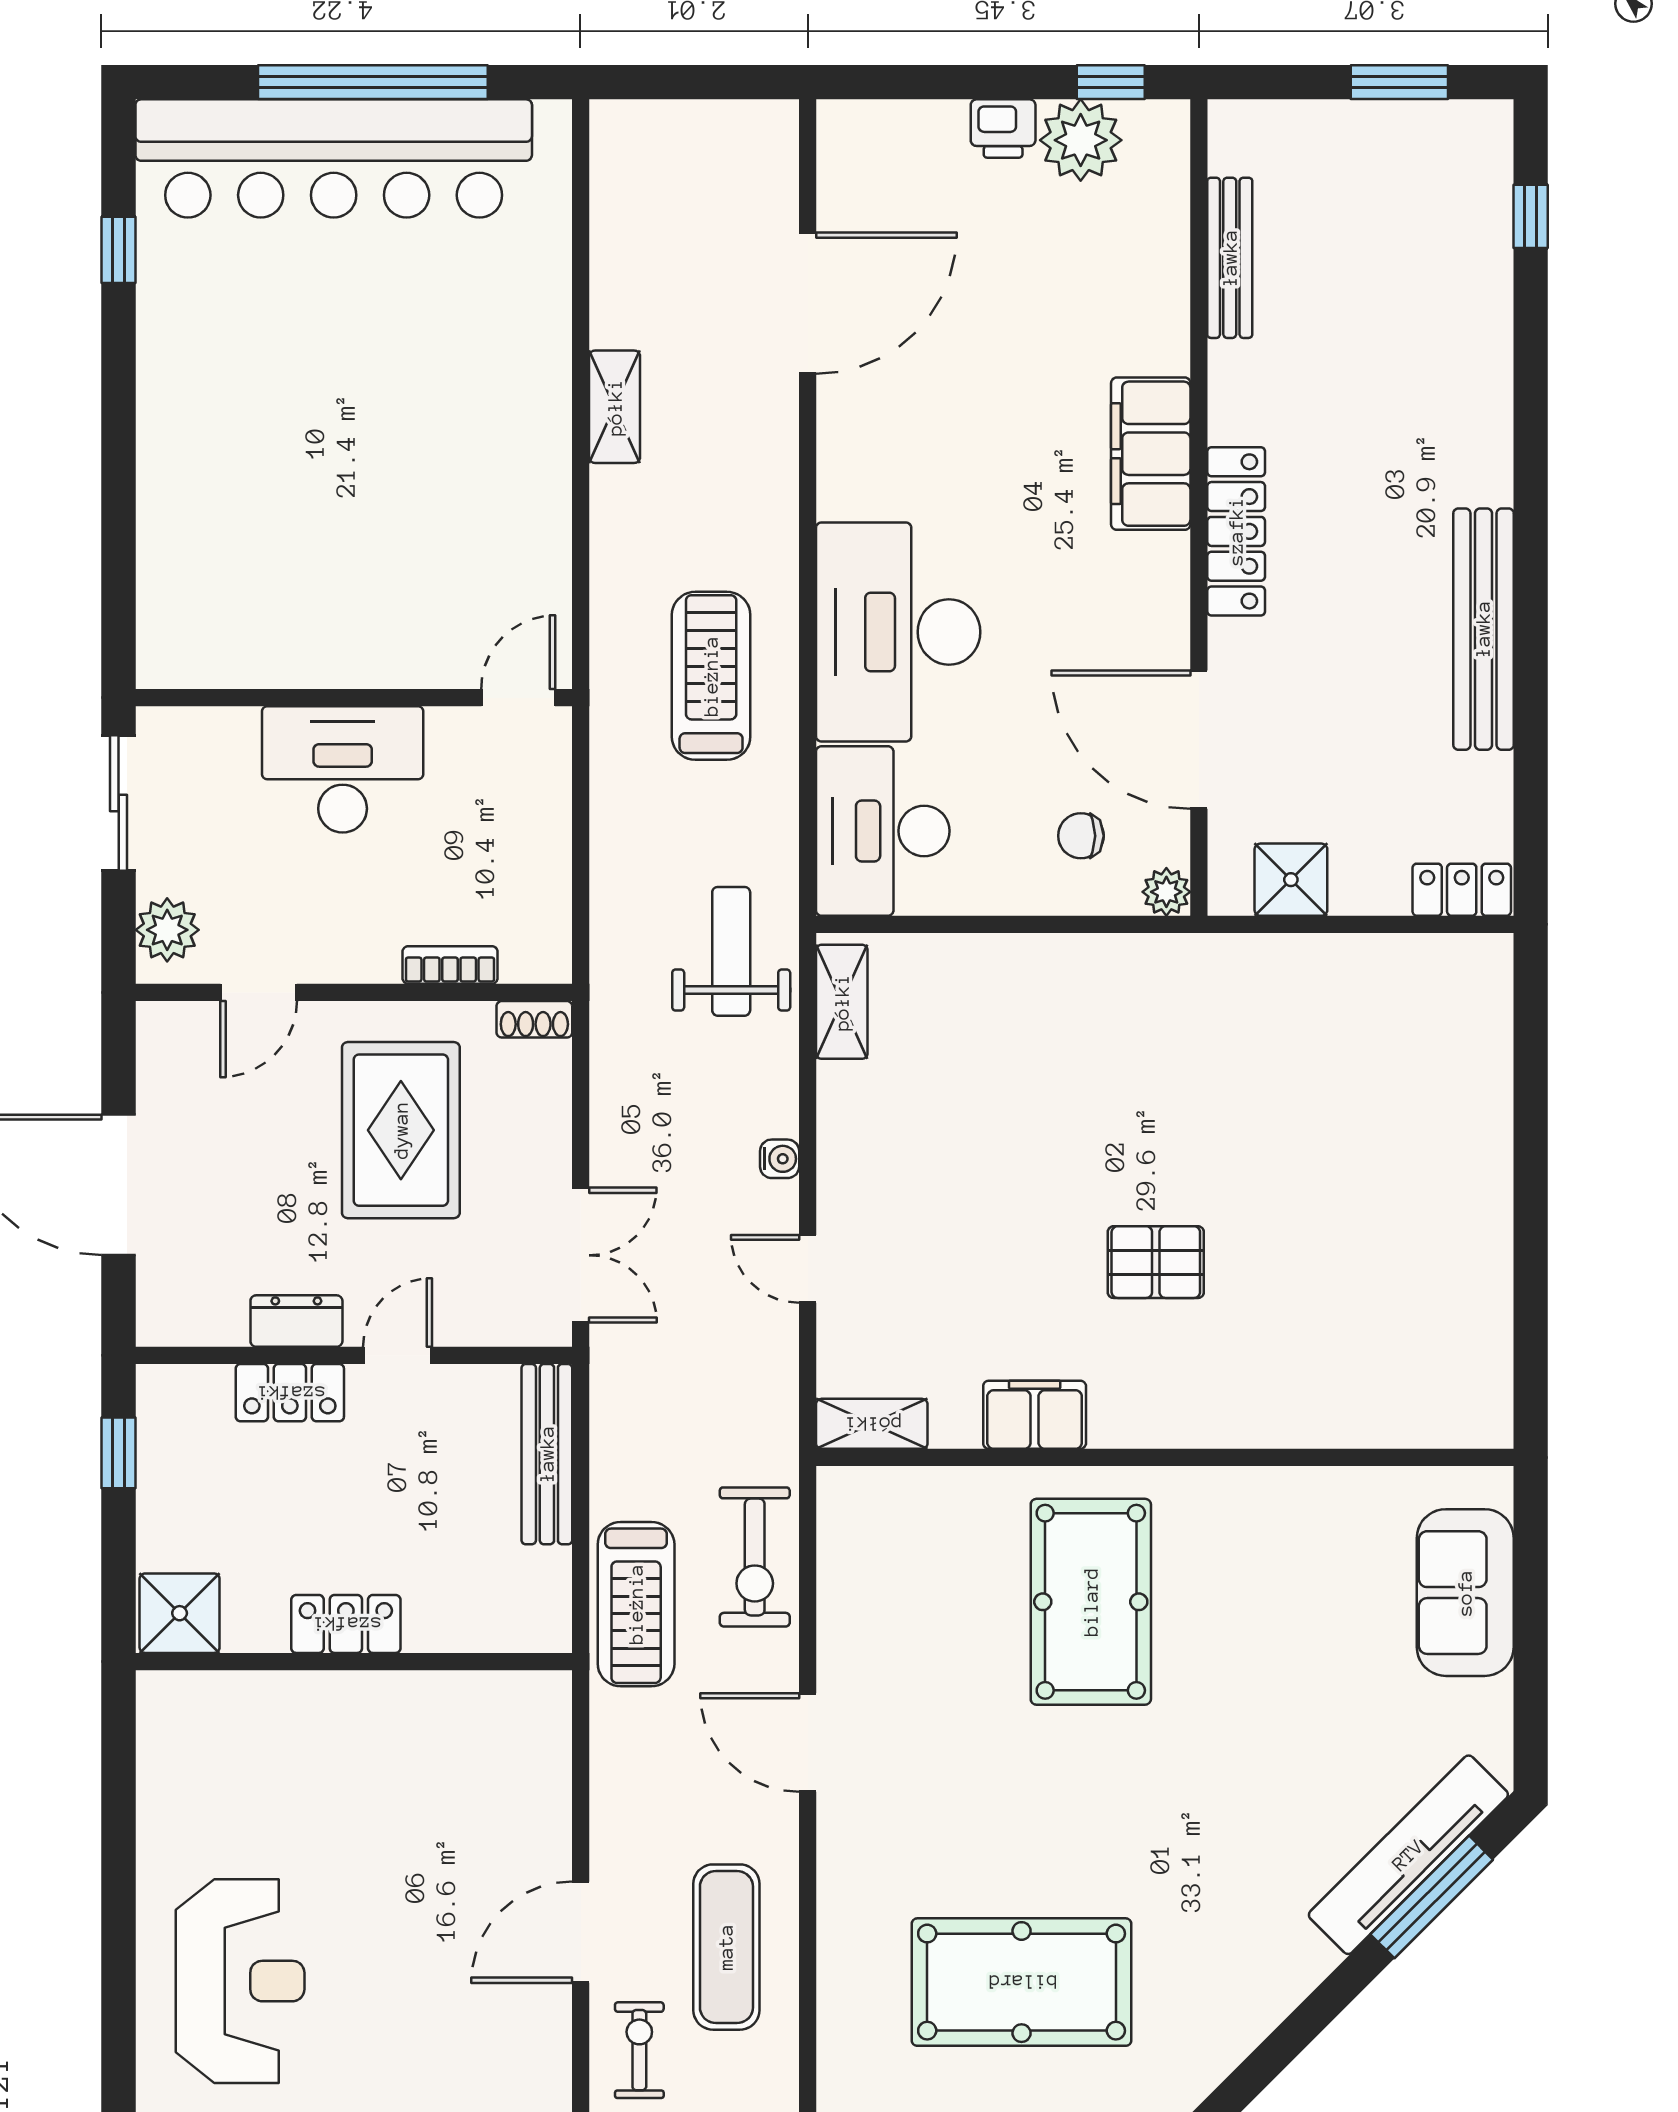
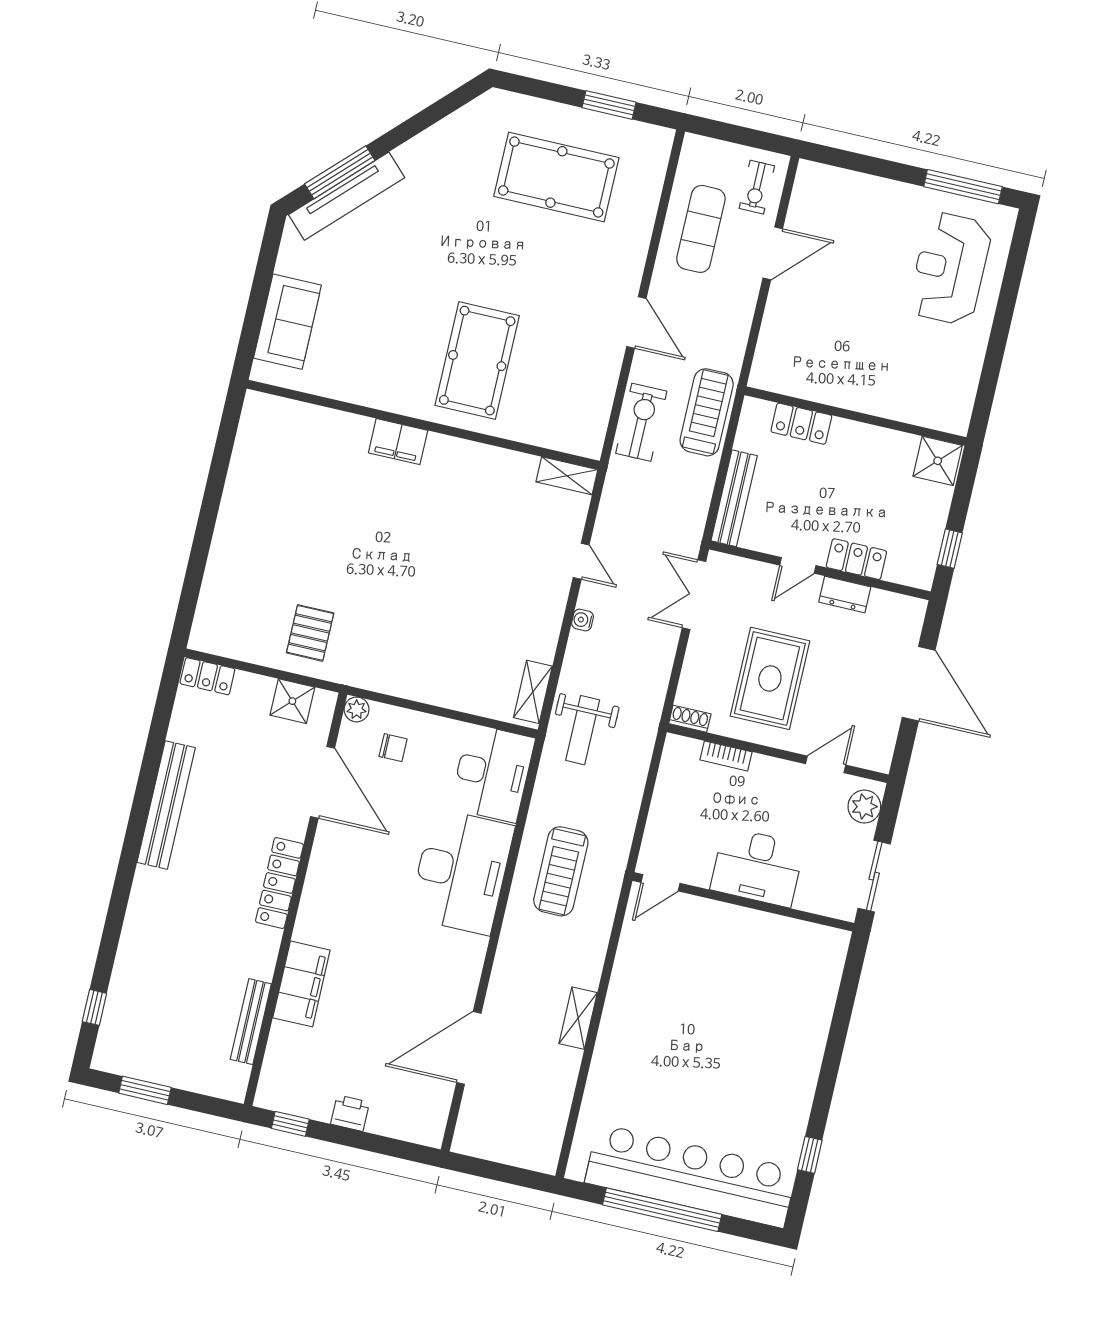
plant: (1081, 140) -> (312, 1098), removed
filing cabinet: (1151, 454) -> (301, 984), moved
pallet: (1156, 1262) -> (310, 633), moved, turned 90
filing cabinet: (1035, 1415) -> (398, 442), moved
locker: (346, 1624) -> (801, 424), moved

